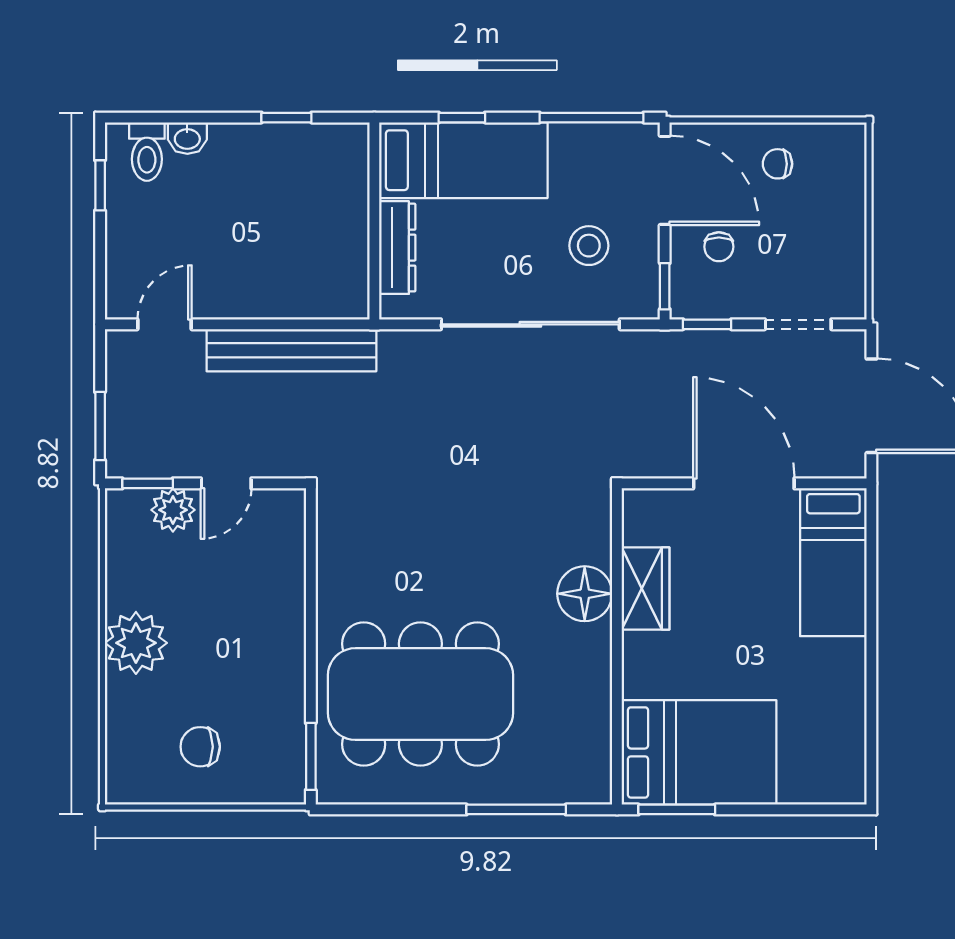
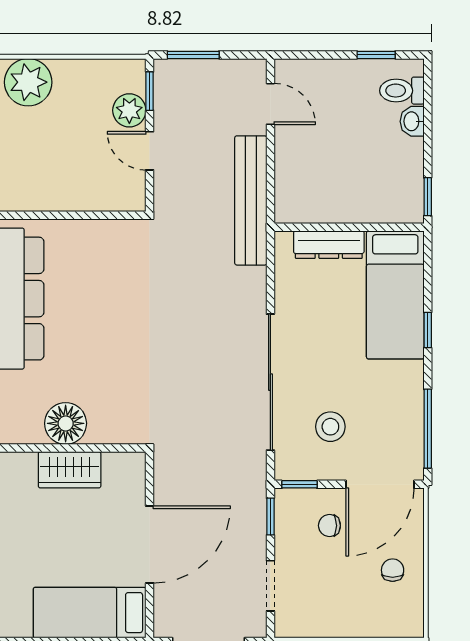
bed: (463, 160) -> (395, 295), moved
wall: (374, 221) -> (349, 227), moved
dresser: (397, 248) -> (329, 245), moved

